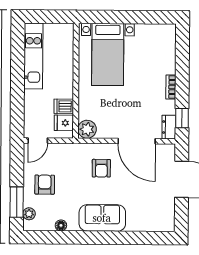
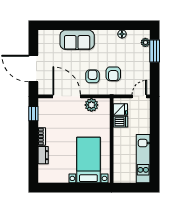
dresser: (169, 127) -> (43, 155), moved
plant: (87, 129) -> (91, 105), moved
armchair: (45, 185) -> (113, 74), moved
sofa: (102, 218) -> (77, 40), moved

